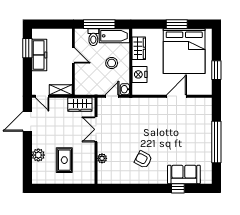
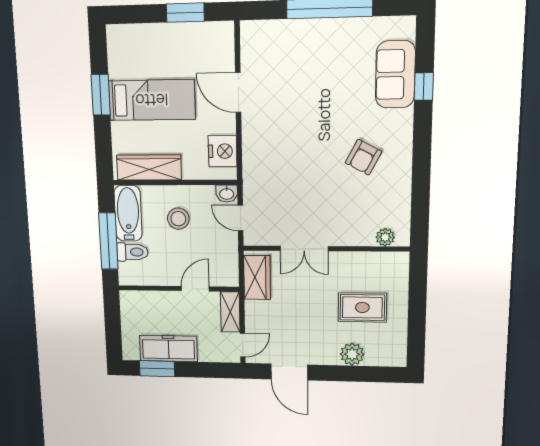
wardrobe: (139, 48) -> (149, 167), width x1.50
bed: (184, 51) -> (152, 100), width x0.49
door: (73, 55) -> (195, 289), moved
nightstand: (139, 74) -> (223, 151), moved, turned -90
plant: (102, 158) -> (385, 237), moved

